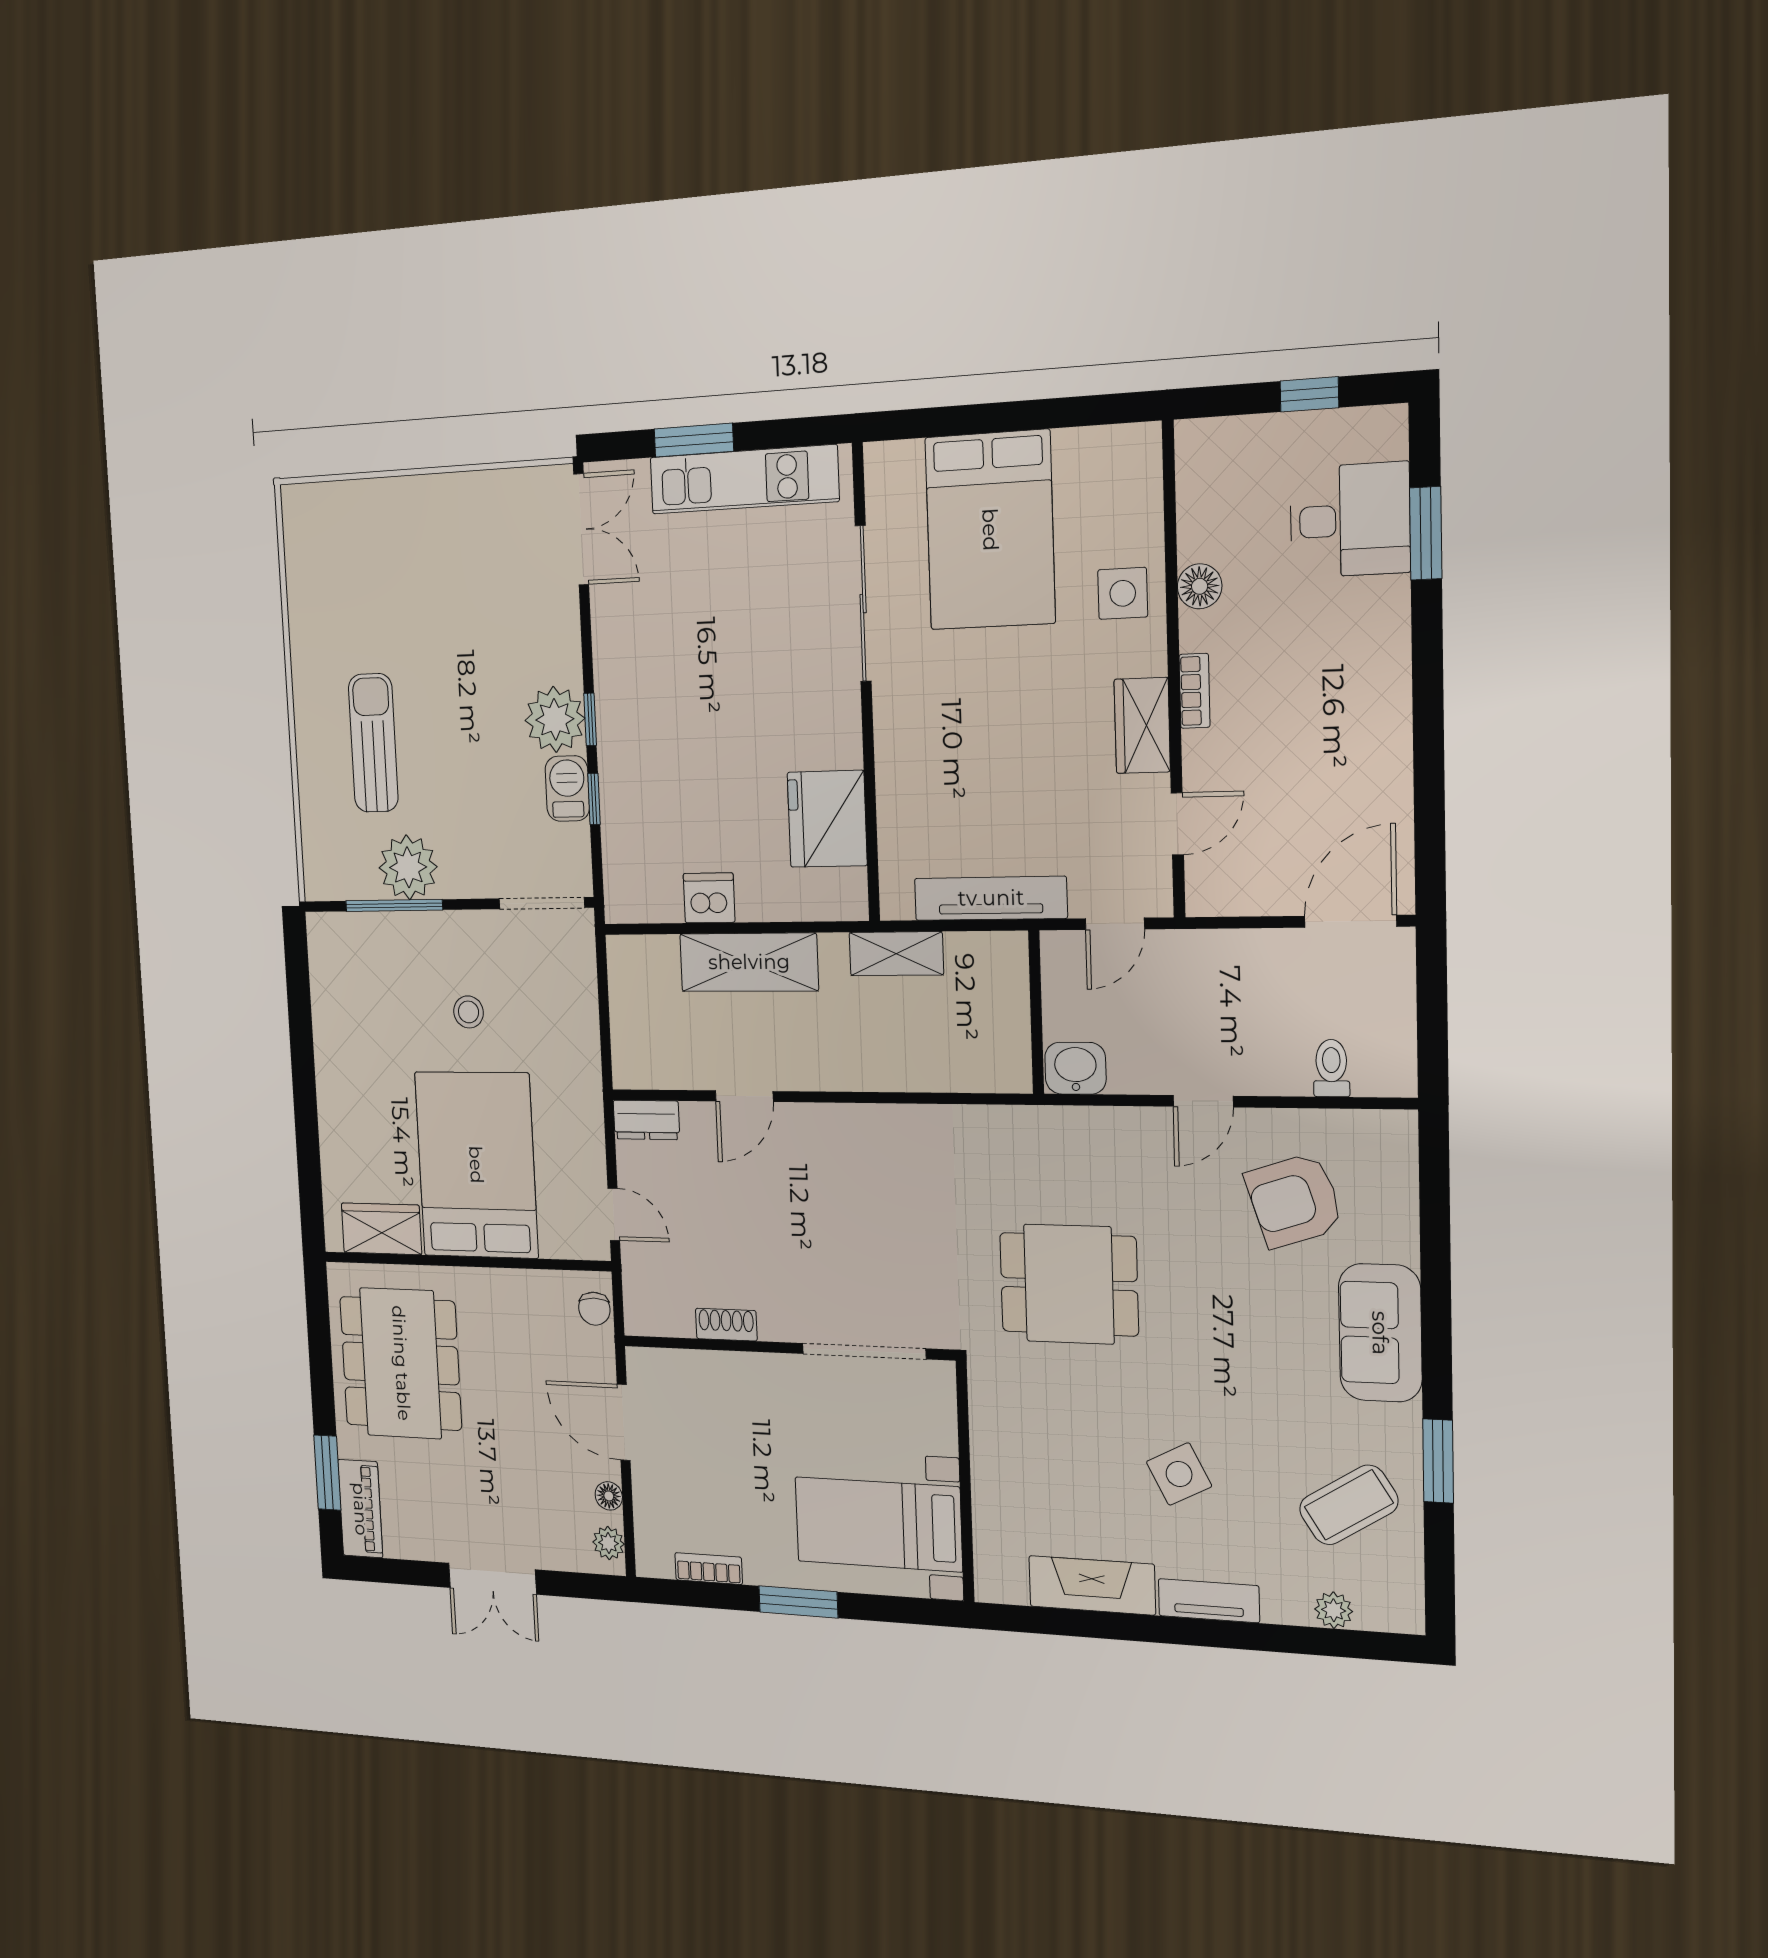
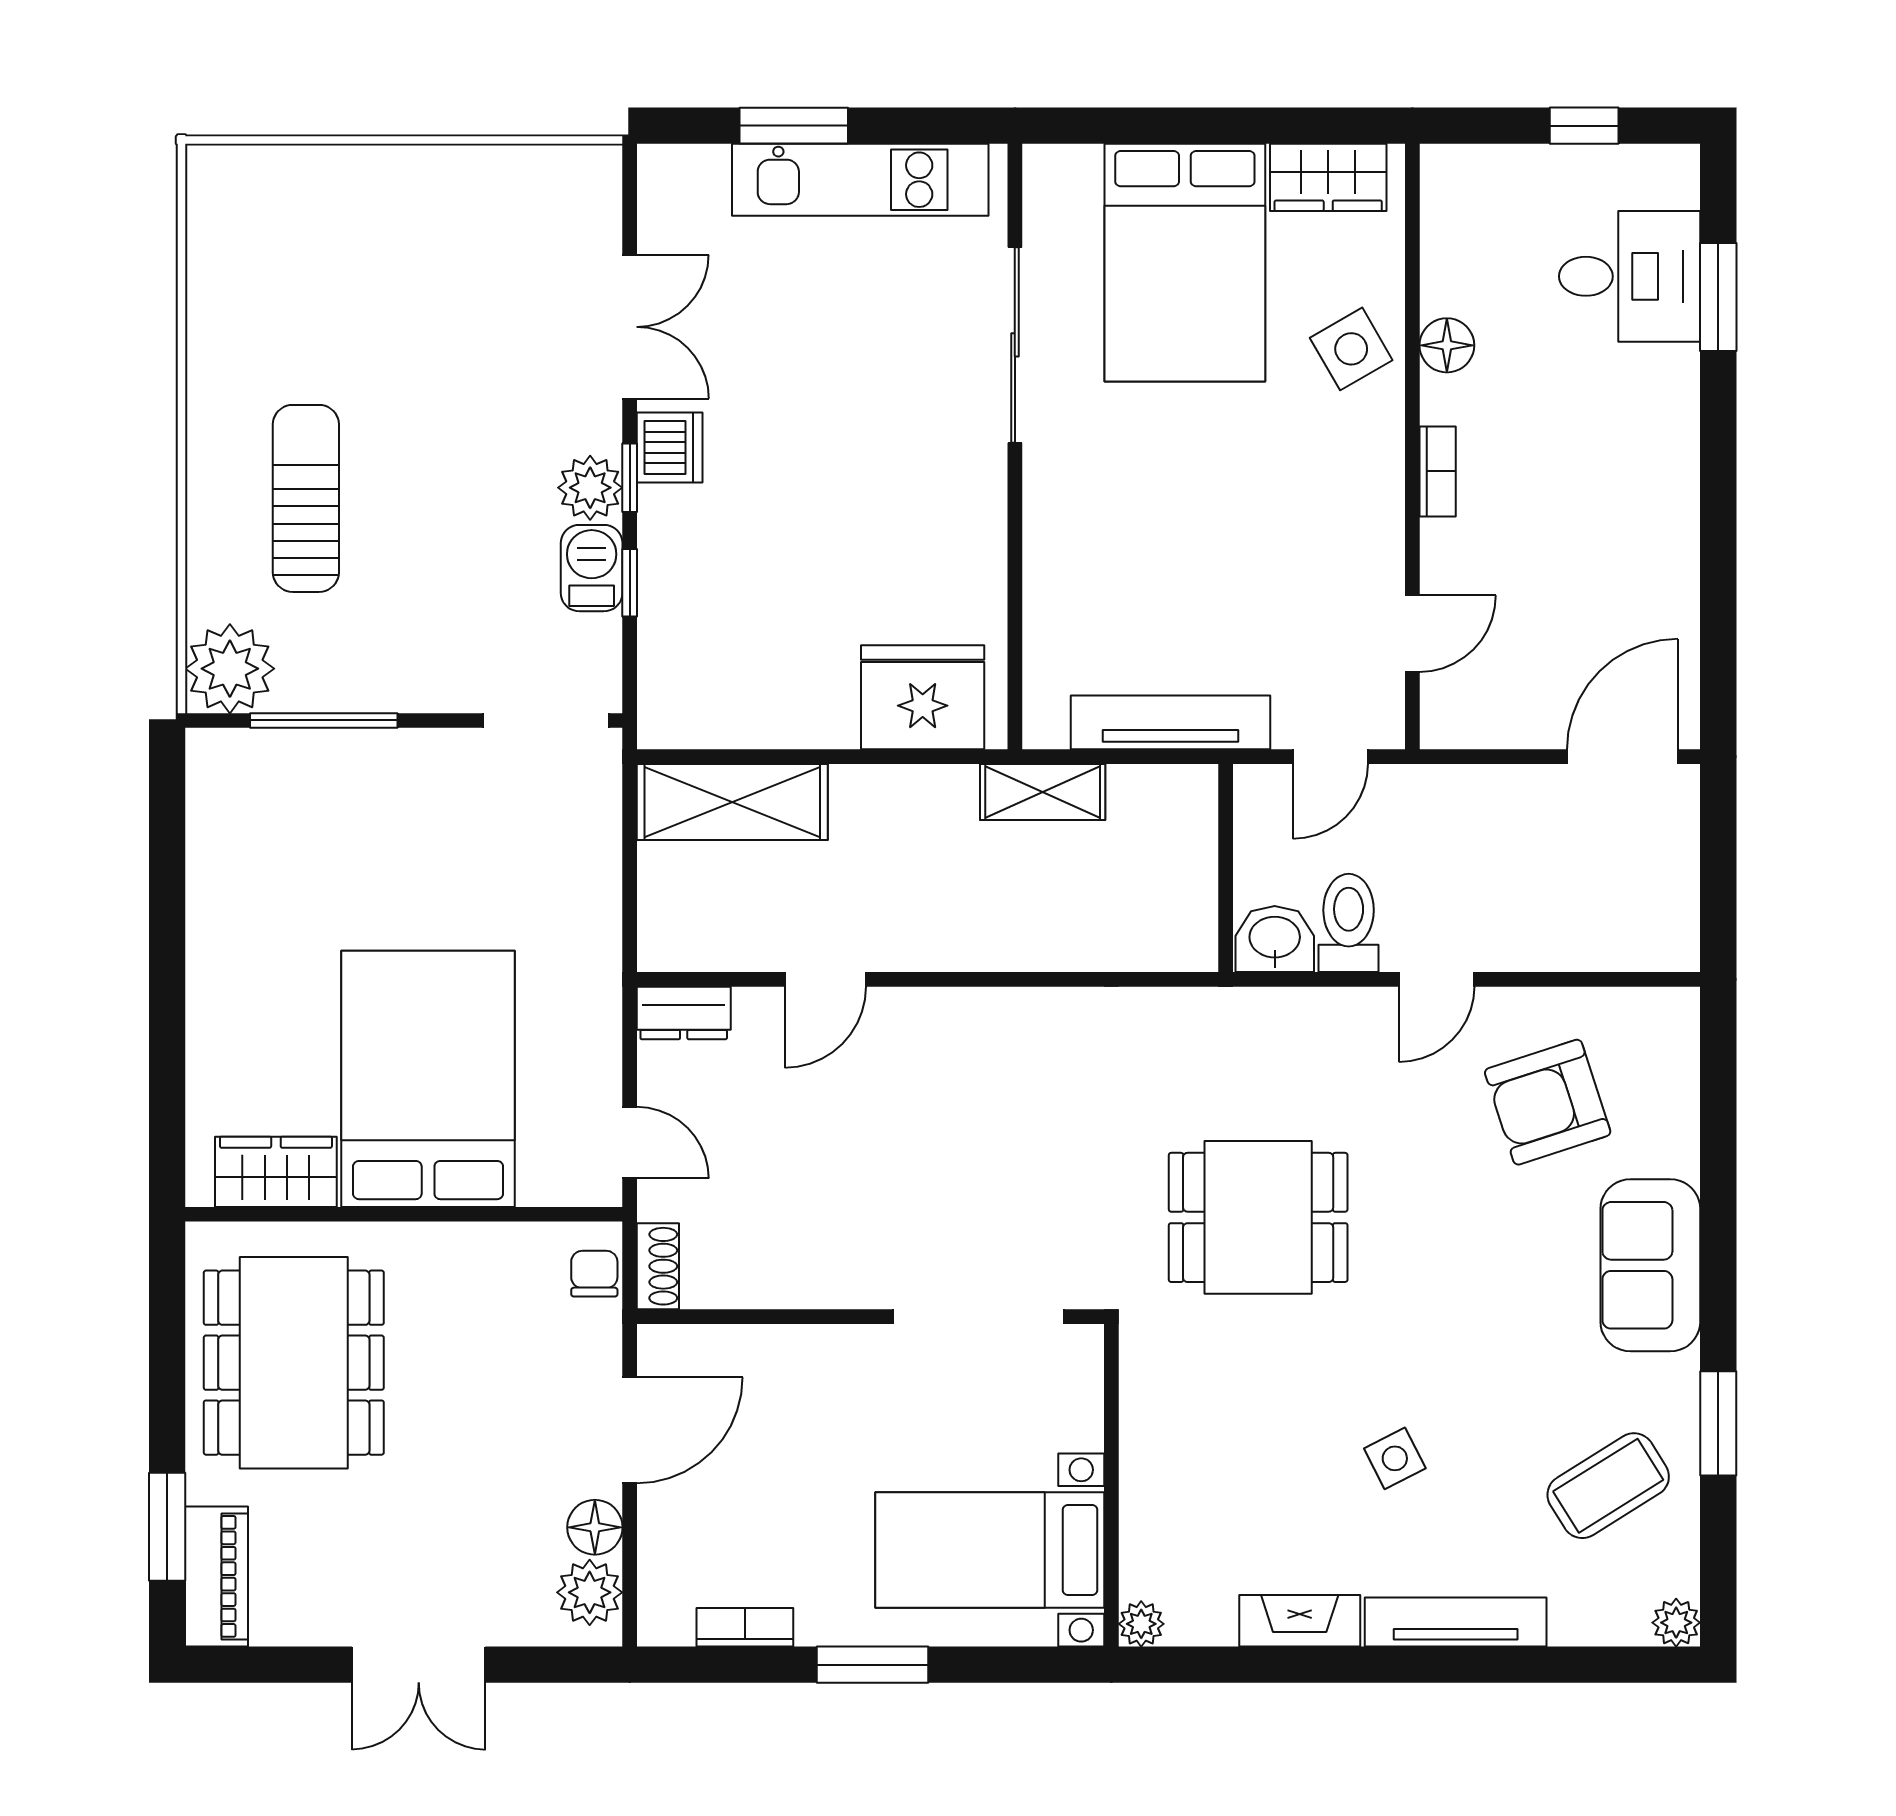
double door: (581, 529) -> (630, 327), moved
side table: (1123, 593) -> (1351, 349), turned -30
plant: (555, 719) -> (590, 488), width x0.73, depth x0.73
wardrobe: (1142, 725) -> (1328, 177), moved, turned -90
fridge: (827, 819) -> (923, 697), moved, turned 90
plant: (408, 867) -> (230, 669), moved
dishwasher: (709, 898) -> (670, 447), moved, turned 90
shelving: (749, 962) -> (732, 802), moved
stool: (469, 1012) -> (428, 867), removed
toilet: (1331, 1068) -> (1349, 923), moved, width x1.37, depth x1.39
chair: (594, 1309) -> (594, 1274), turned 180
shoe rack: (726, 1325) -> (658, 1266), moved, turned 90
door: (624, 1422) -> (630, 1430), swing flipped
side table: (1179, 1474) -> (1395, 1458), width x0.73, depth x0.73
floor lamp: (609, 1496) -> (595, 1527), width x1.37, depth x1.37
plant: (609, 1543) -> (590, 1592), width x1.38, depth x1.38
fireplace: (1092, 1585) -> (1300, 1621), width x0.73, depth x0.76
plant: (991, 1586) -> (1141, 1624), added
tv unit: (1209, 1601) -> (1456, 1622), width x1.41
plant: (1334, 1610) -> (1676, 1623), moved

